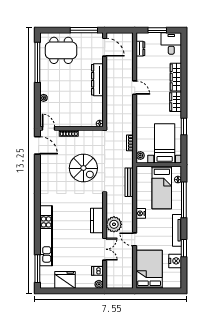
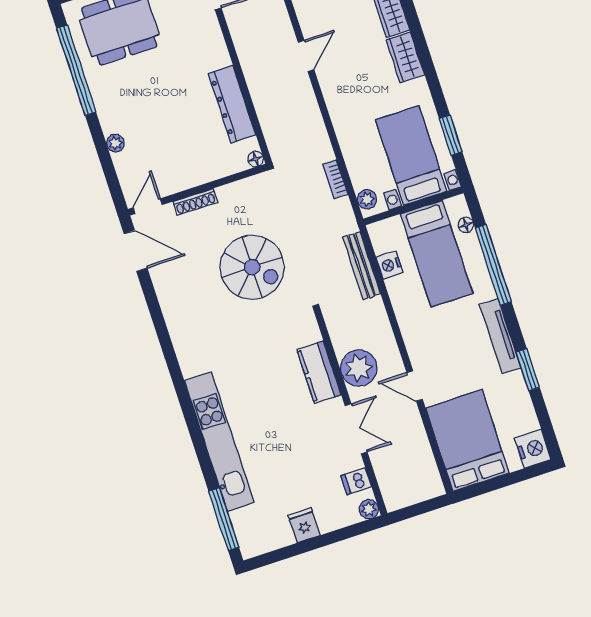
dresser: (97, 80) -> (232, 104), moved
door: (135, 88) -> (306, 56), hinge flipped
window: (184, 127) -> (451, 135), moved
door: (48, 128) -> (148, 206), hinge flipped
nightstand: (141, 213) -> (390, 265), moved
nightstand: (175, 261) -> (533, 449), moved
fridge: (65, 280) -> (304, 525), width x0.53, depth x0.75

